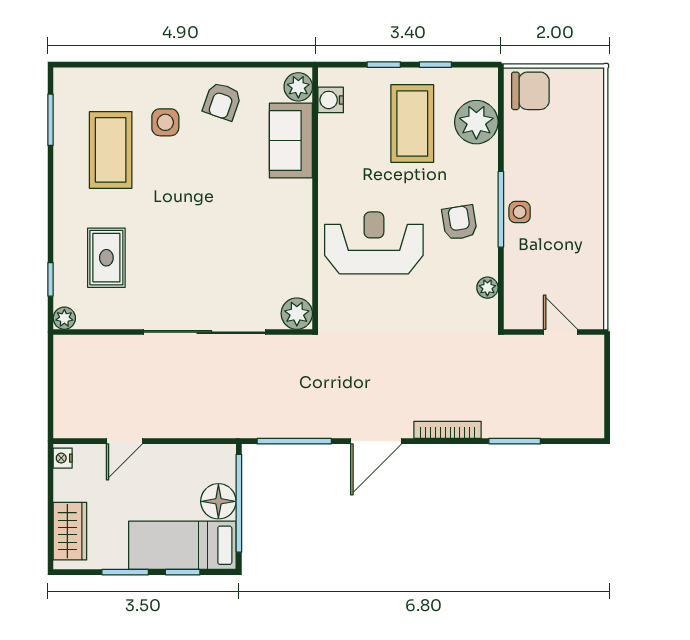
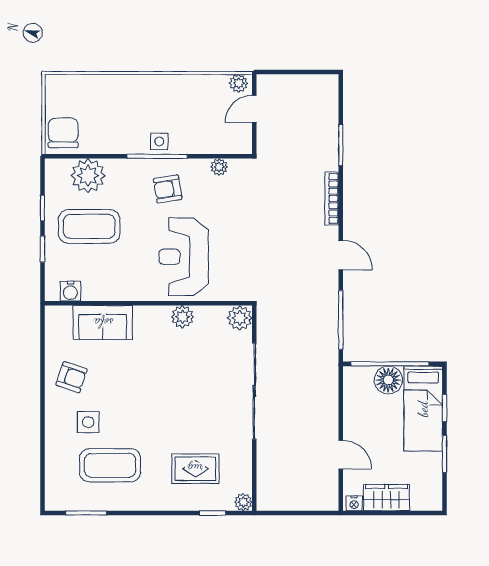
plant: (298, 87) -> (182, 317), moved
plant: (593, 312) -> (239, 83), added
door: (376, 441) -> (341, 255), width x0.73
wardrobe: (70, 531) -> (387, 498), moved

